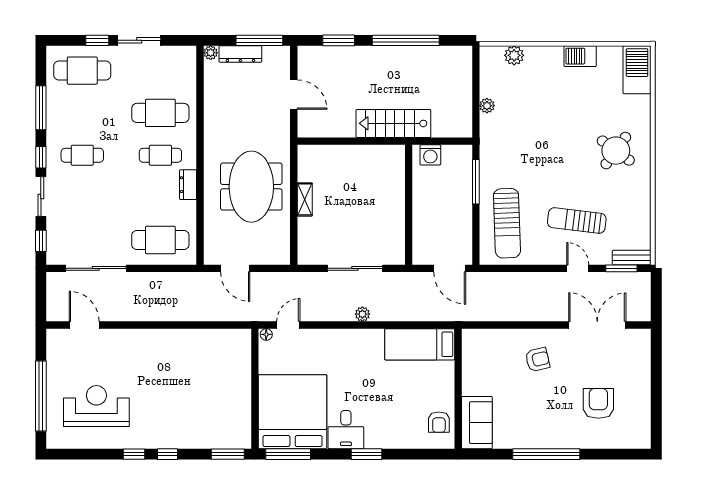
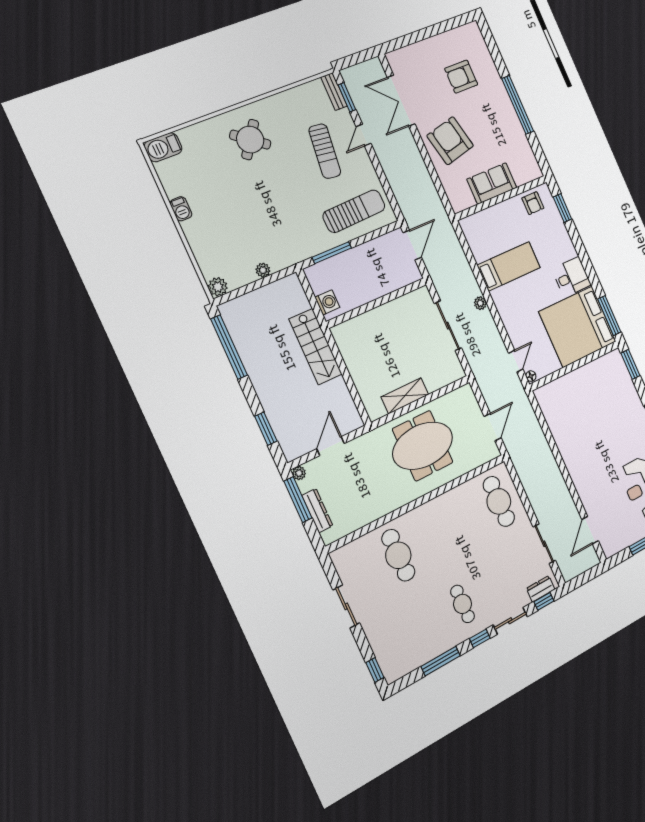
window: (97, 40) -> (375, 670), moved
window: (406, 40) -> (229, 347), moved
plant: (211, 53) -> (299, 473), moved
plant: (514, 55) -> (218, 287), moved
barbecue: (580, 56) -> (181, 209), width x0.73, depth x0.79
barbecue: (637, 70) -> (163, 147), width x0.73, depth x0.83
cafe table: (82, 71) -> (394, 642), removed
cafe table: (160, 155) -> (433, 537), removed
dresser: (188, 185) -> (541, 589), moved, turned 180
shelving: (305, 199) -> (405, 396), width x1.50, depth x1.33
sliding door: (96, 268) -> (544, 544), width x0.73
door: (288, 325) -> (516, 361), swing flipped
bed: (420, 344) -> (509, 266), moved, turned -90
armchair: (538, 360) -> (450, 141), width x1.88, depth x1.88
armchair: (439, 422) -> (533, 203), turned 90
sofa: (477, 423) -> (492, 183), moved
window: (367, 454) -> (562, 208), moved

